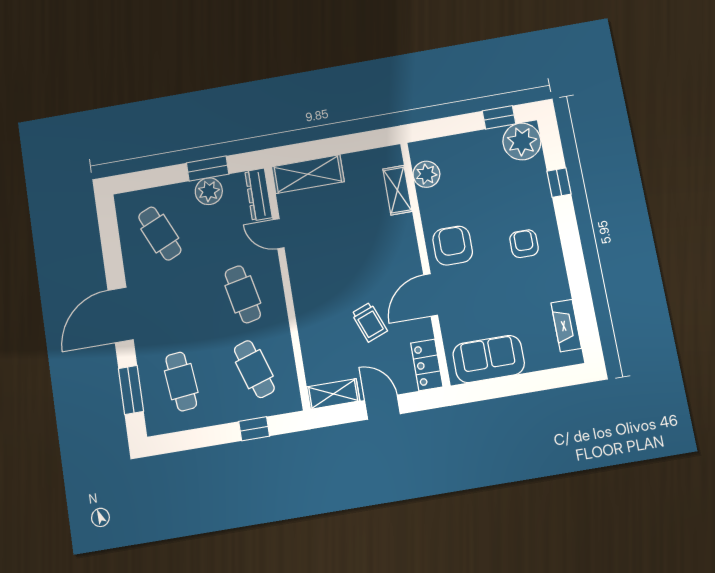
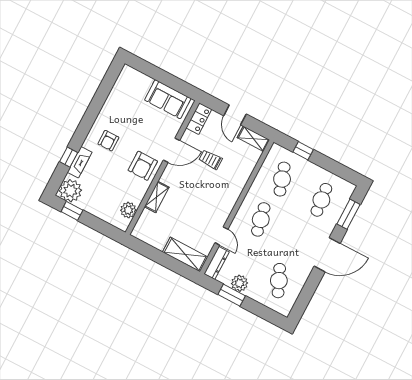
shelving: (397, 190) -> (157, 197), moved
trolley: (369, 322) -> (210, 160), turned -69
fireplace: (566, 326) -> (80, 162), moved

